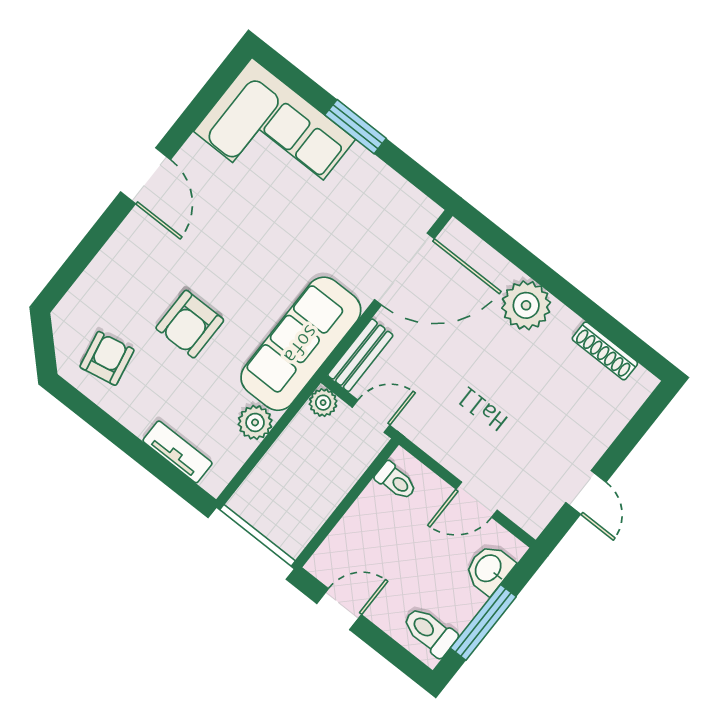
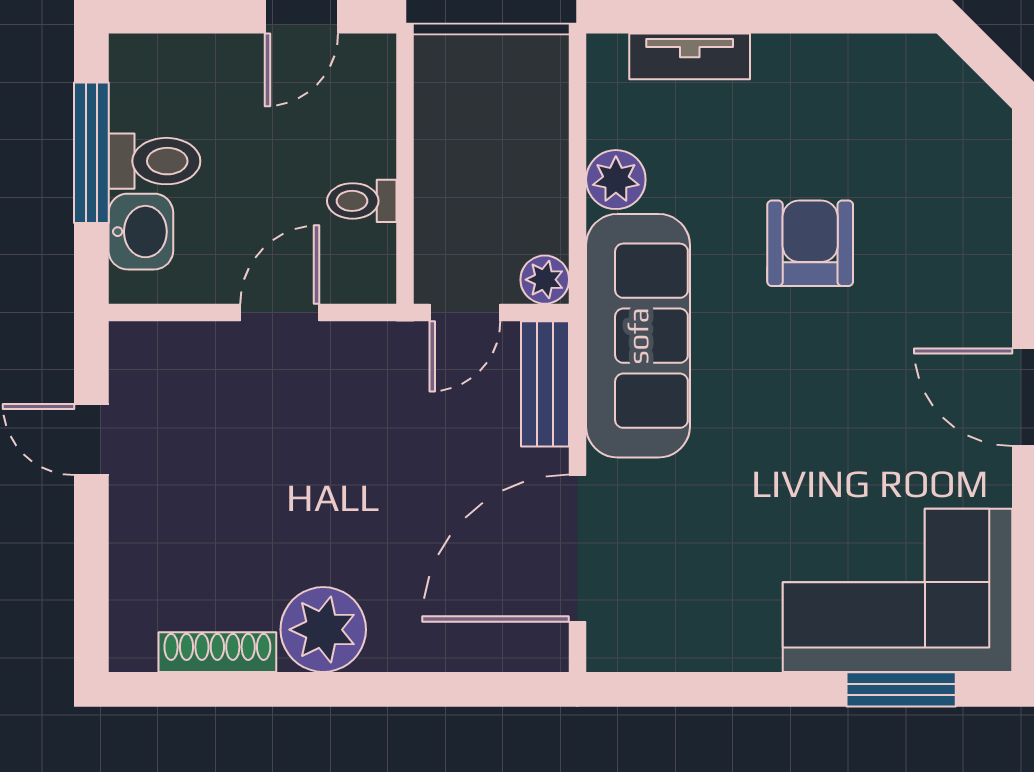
window: (356, 127) -> (901, 689), moved
plant: (526, 305) -> (323, 630), moved
armchair: (107, 358) -> (886, 108), removed
toilet: (396, 481) -> (362, 201), moved
door: (477, 500) -> (280, 312), moved
toilet: (430, 632) -> (154, 161), moved

